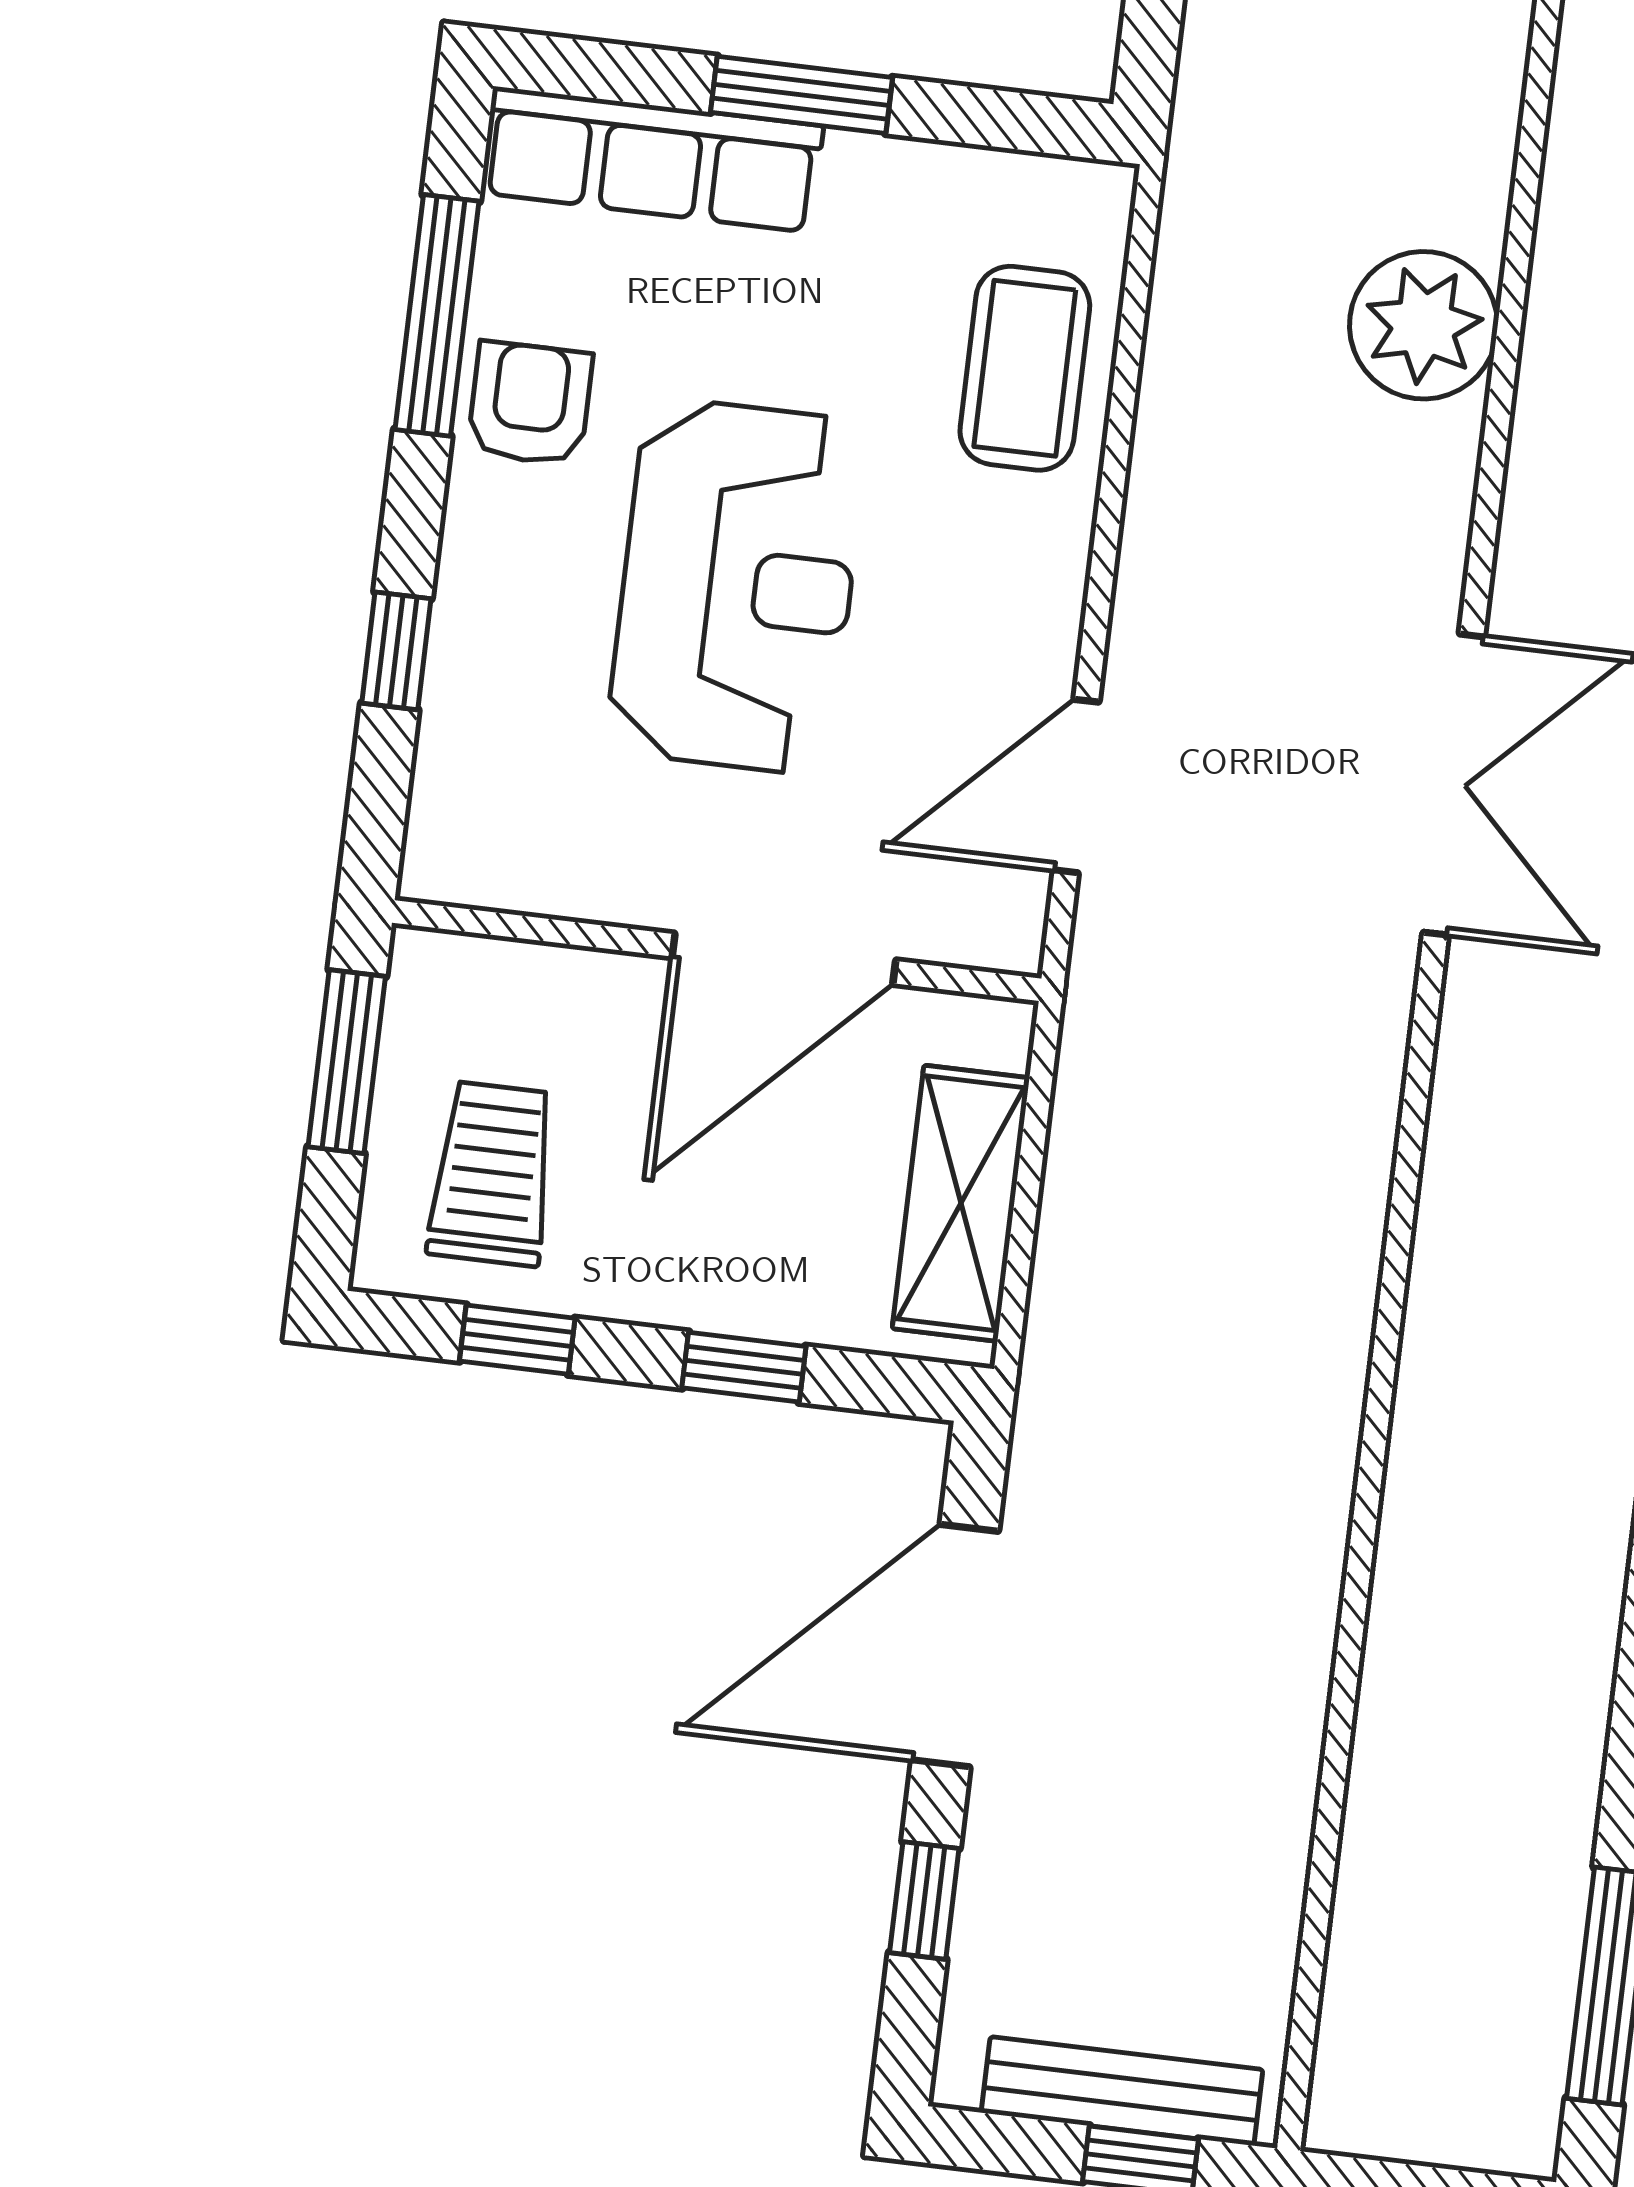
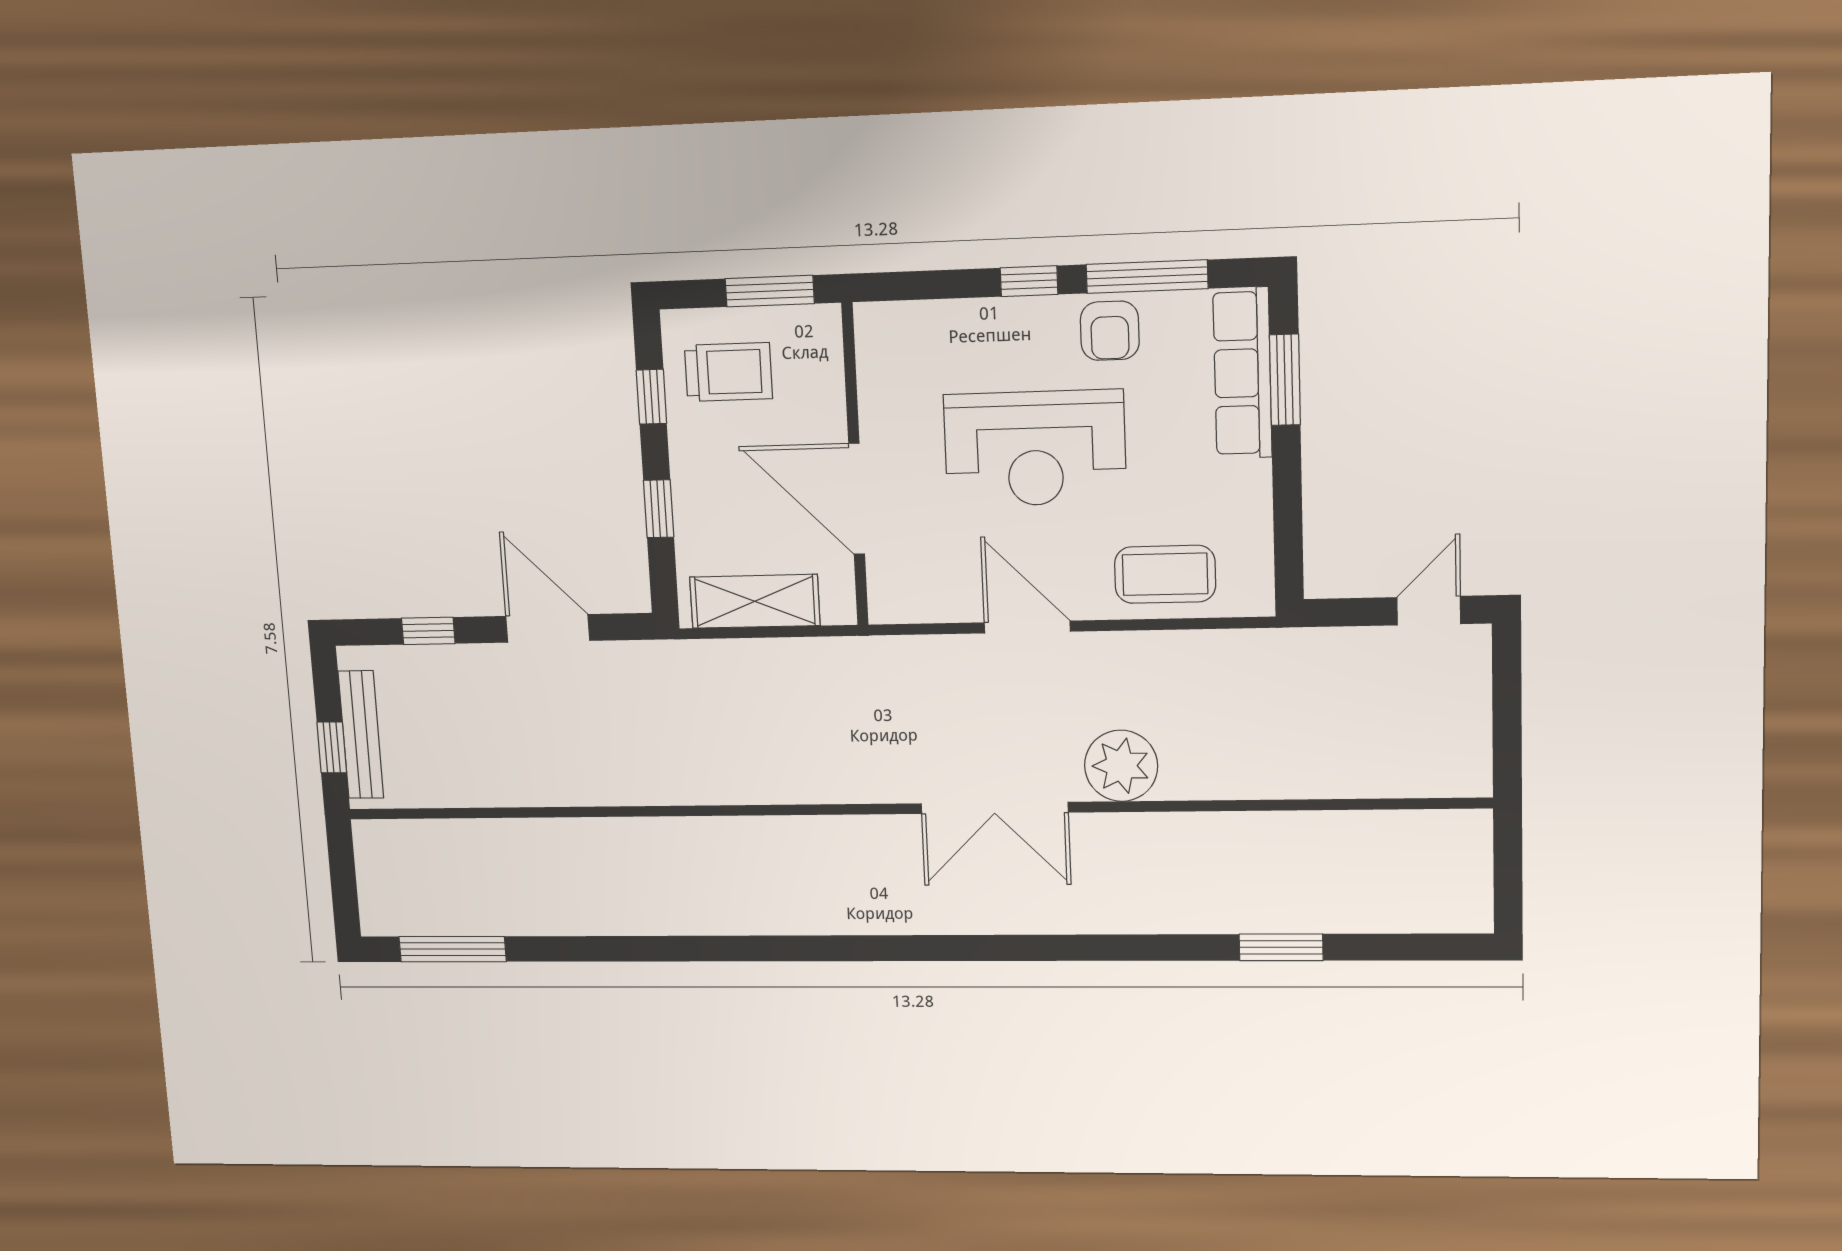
window: (802, 95) -> (1285, 380), moved
plant: (1424, 325) -> (1121, 766), moved
armchair: (530, 403) -> (1110, 331), turned 90
window: (396, 651) -> (1029, 281), moved
door: (1076, 786) -> (1027, 627), moved
door: (955, 1646) -> (548, 628), width x0.73

